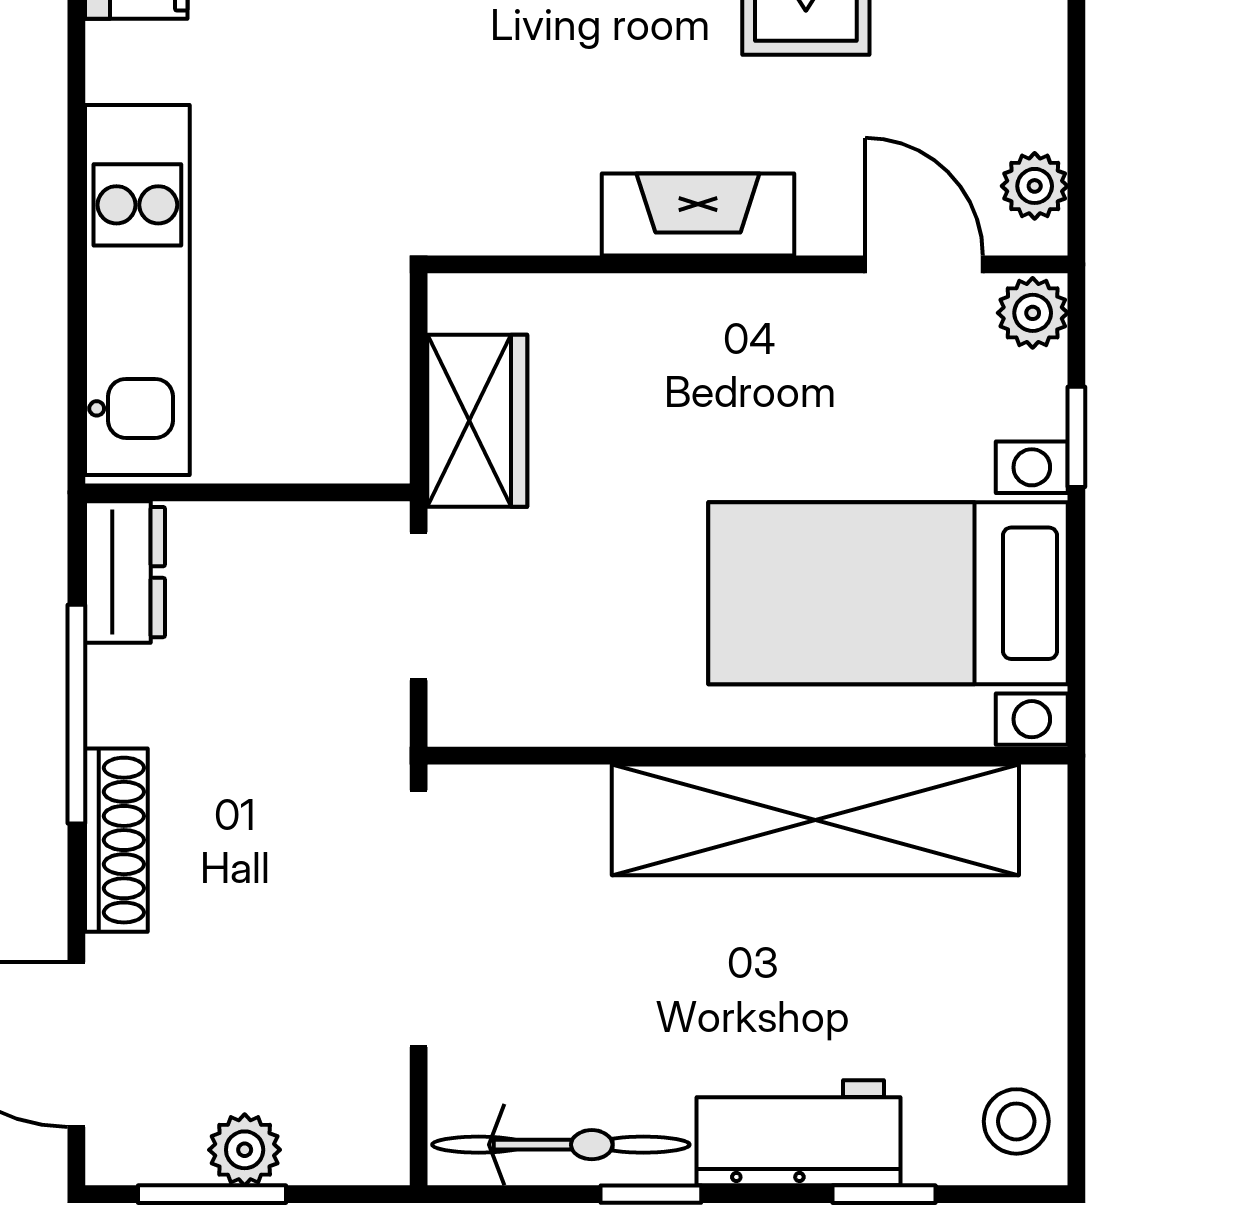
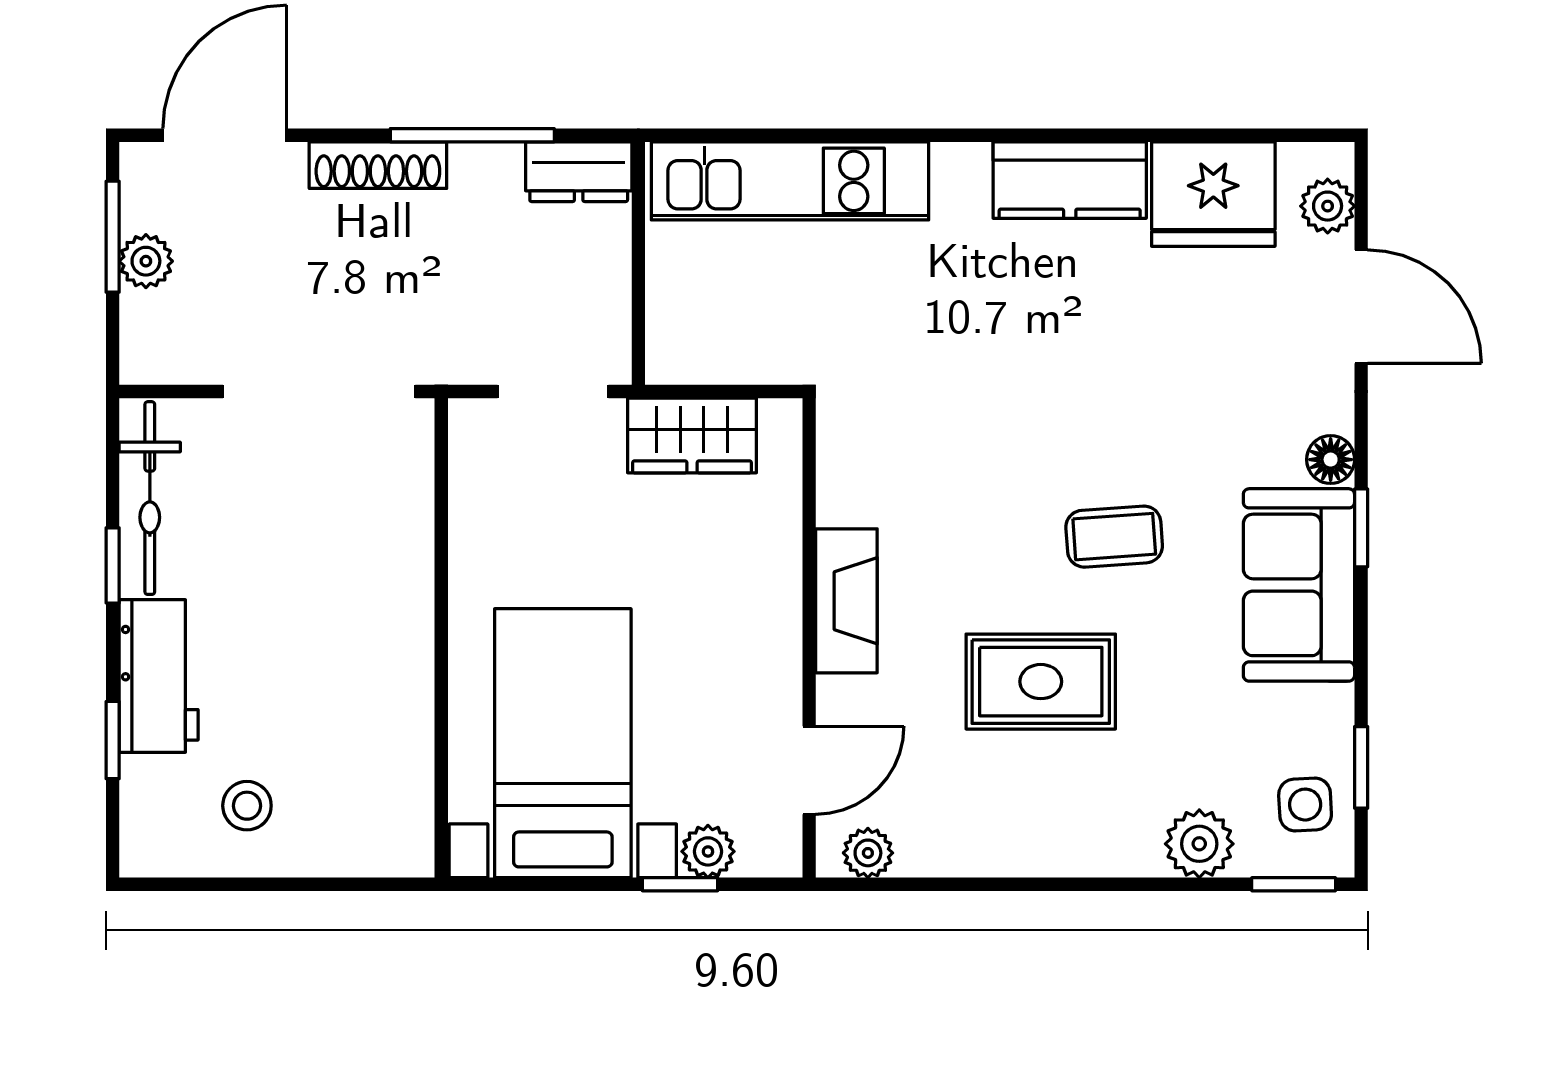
plant: (1033, 313) -> (708, 851), moved
shelving: (815, 820) -> (393, 689), removed
stool: (1016, 1121) -> (247, 806), moved

